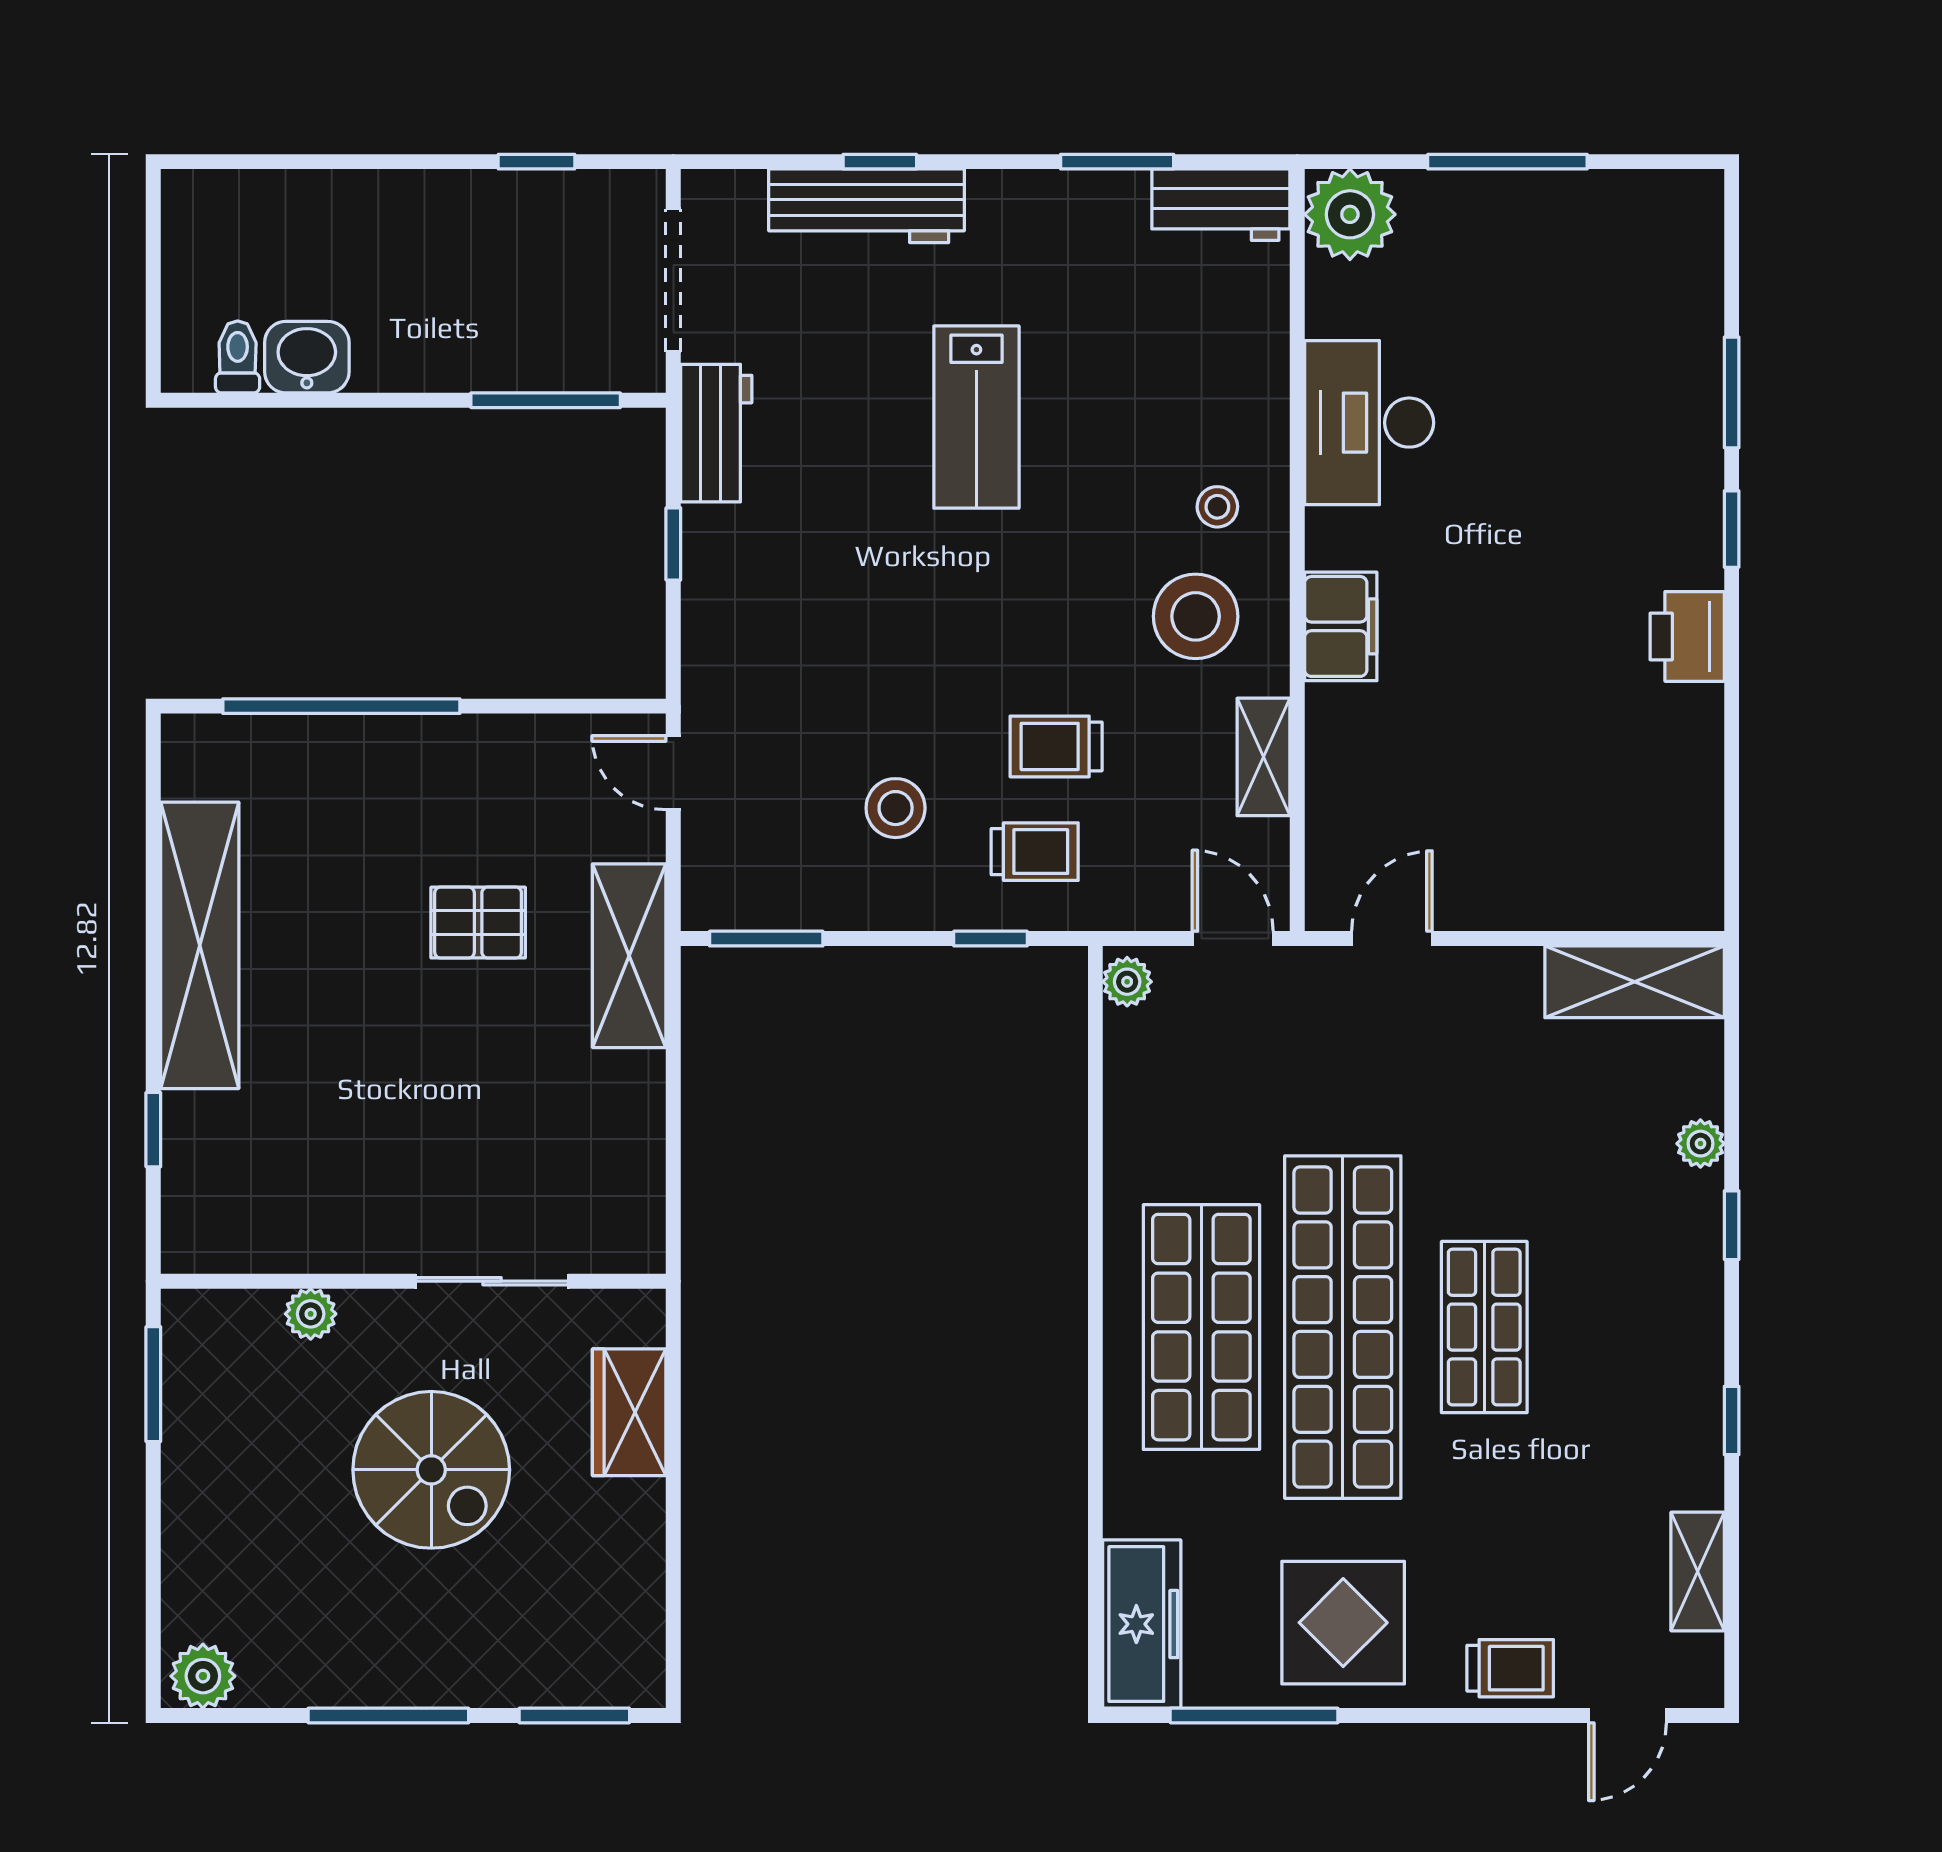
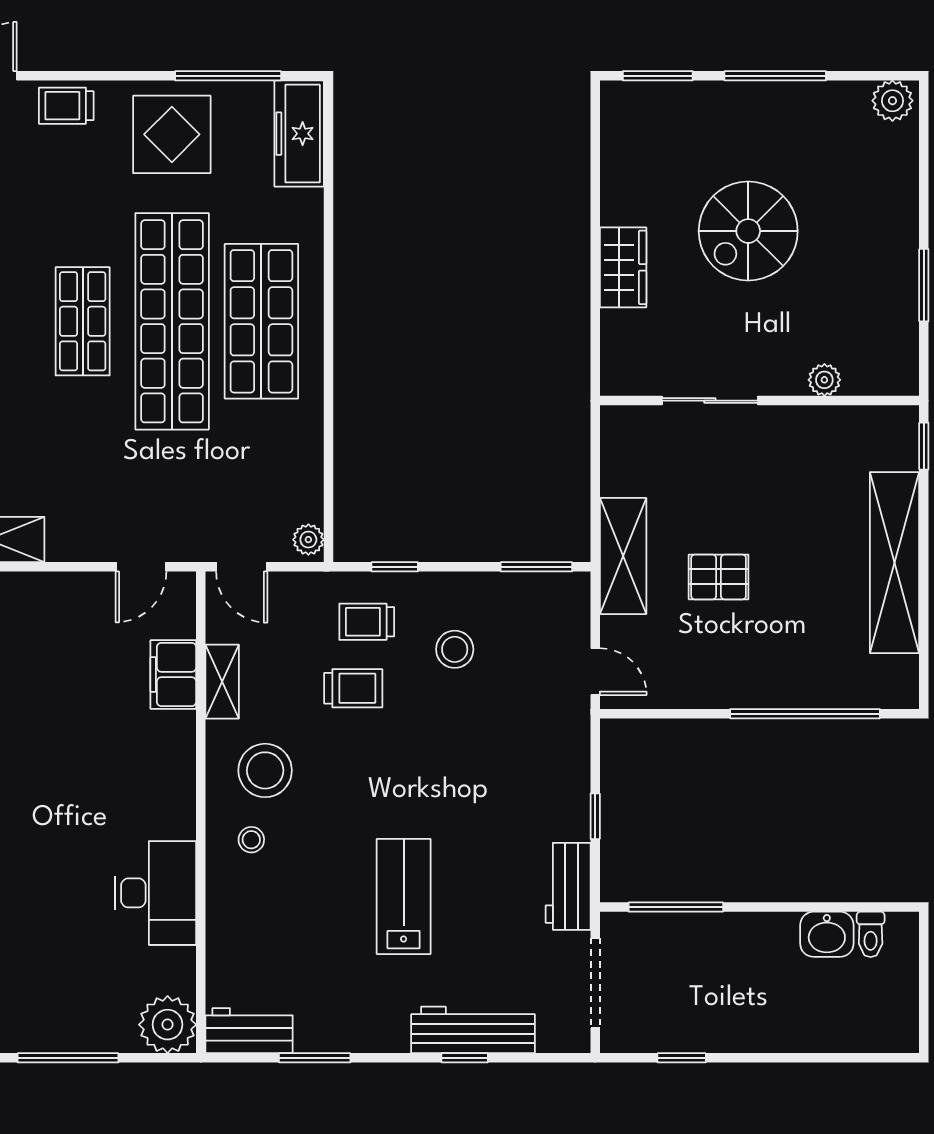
filing cabinet: (1341, 626) -> (173, 674), moved
wall: (413, 1281) -> (760, 401), moved
sliding door: (492, 1281) -> (710, 401), moved
plant: (311, 1314) -> (824, 380), moved
spiral stairs: (431, 1470) -> (748, 231), turned -90

